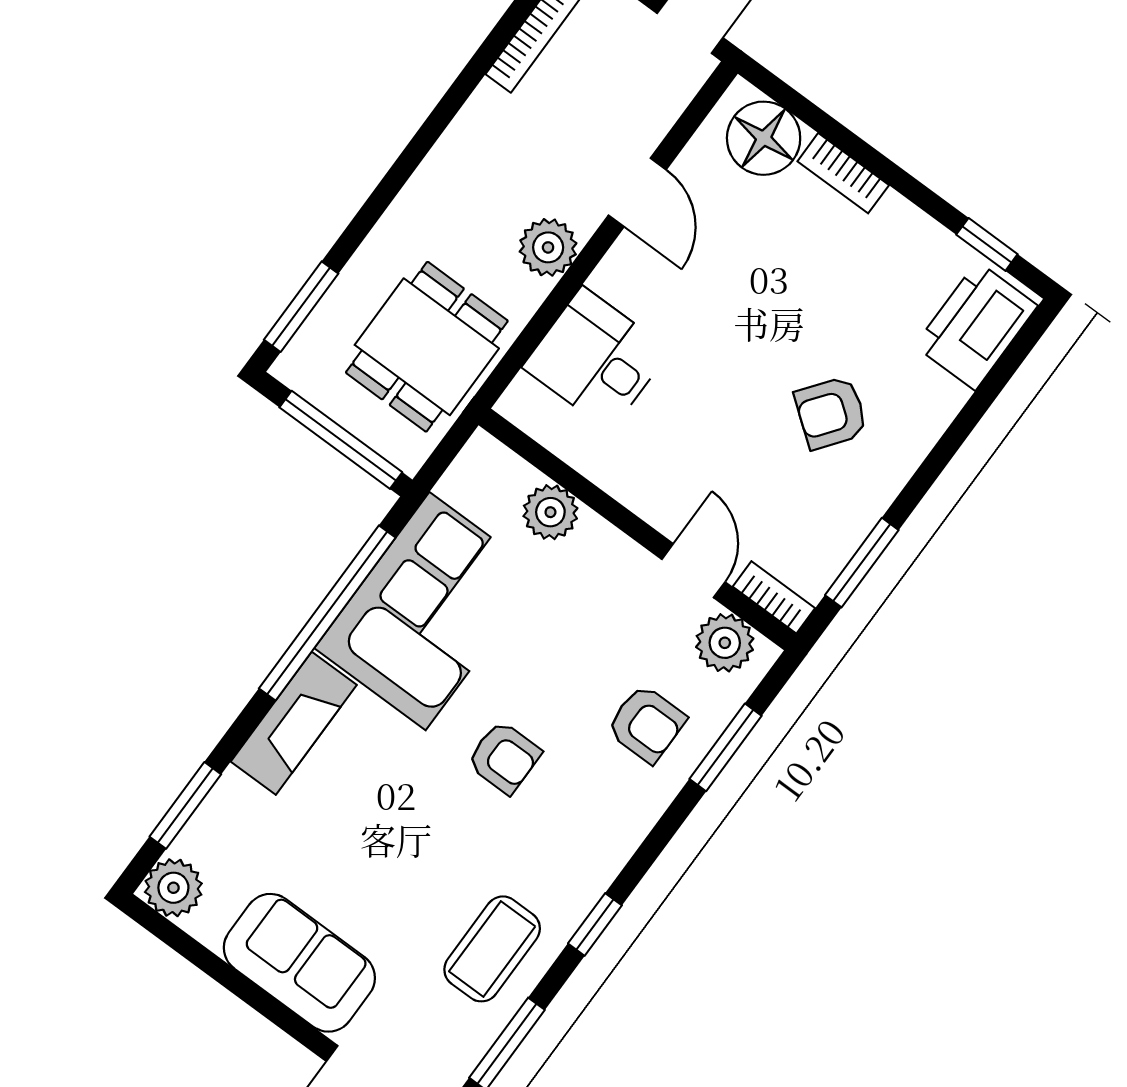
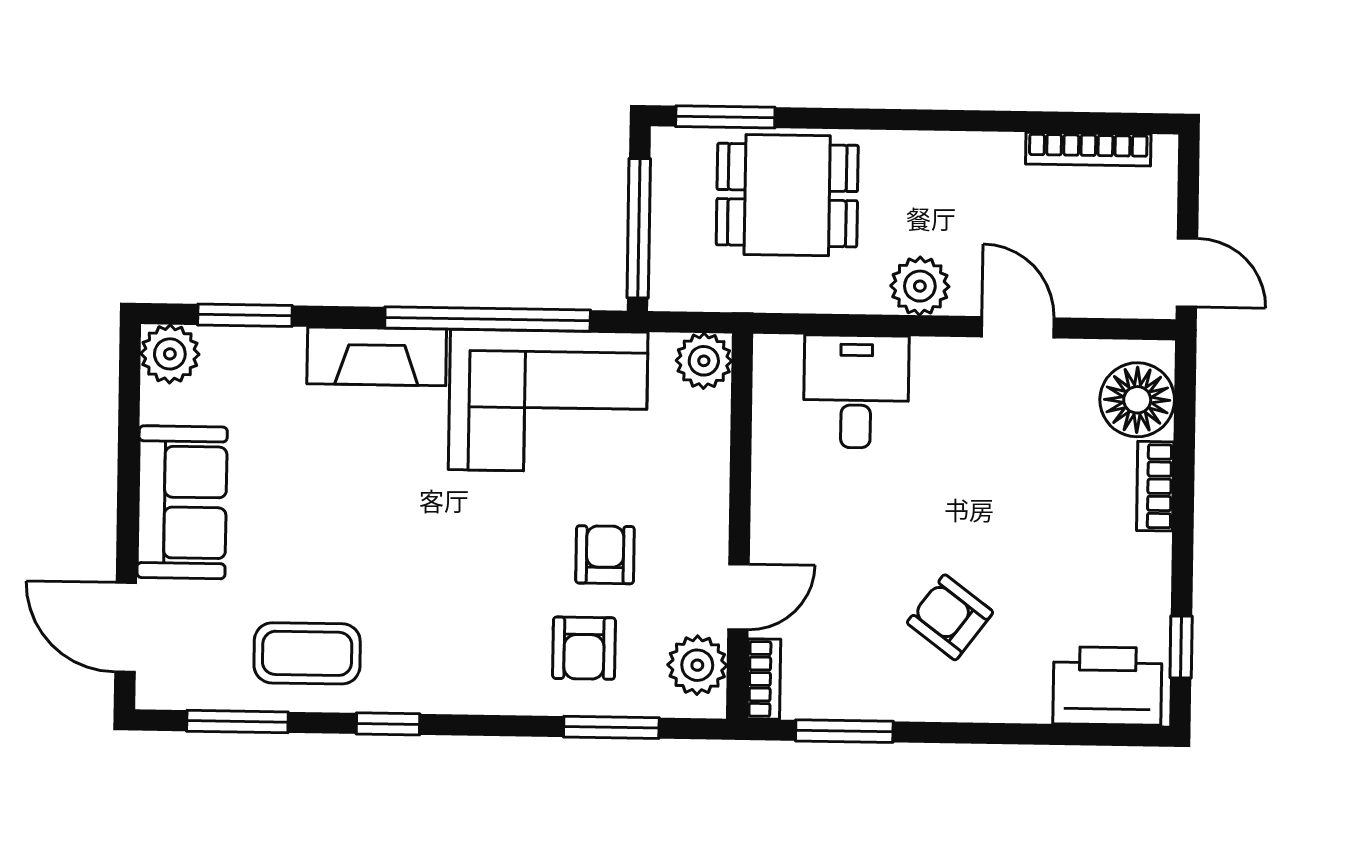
door: (637, 192) -> (1018, 327), swing flipped
dining table: (427, 347) -> (787, 195), moved
plant: (550, 512) -> (704, 361), moved
armchair: (504, 757) -> (605, 555), moved, turned 180

